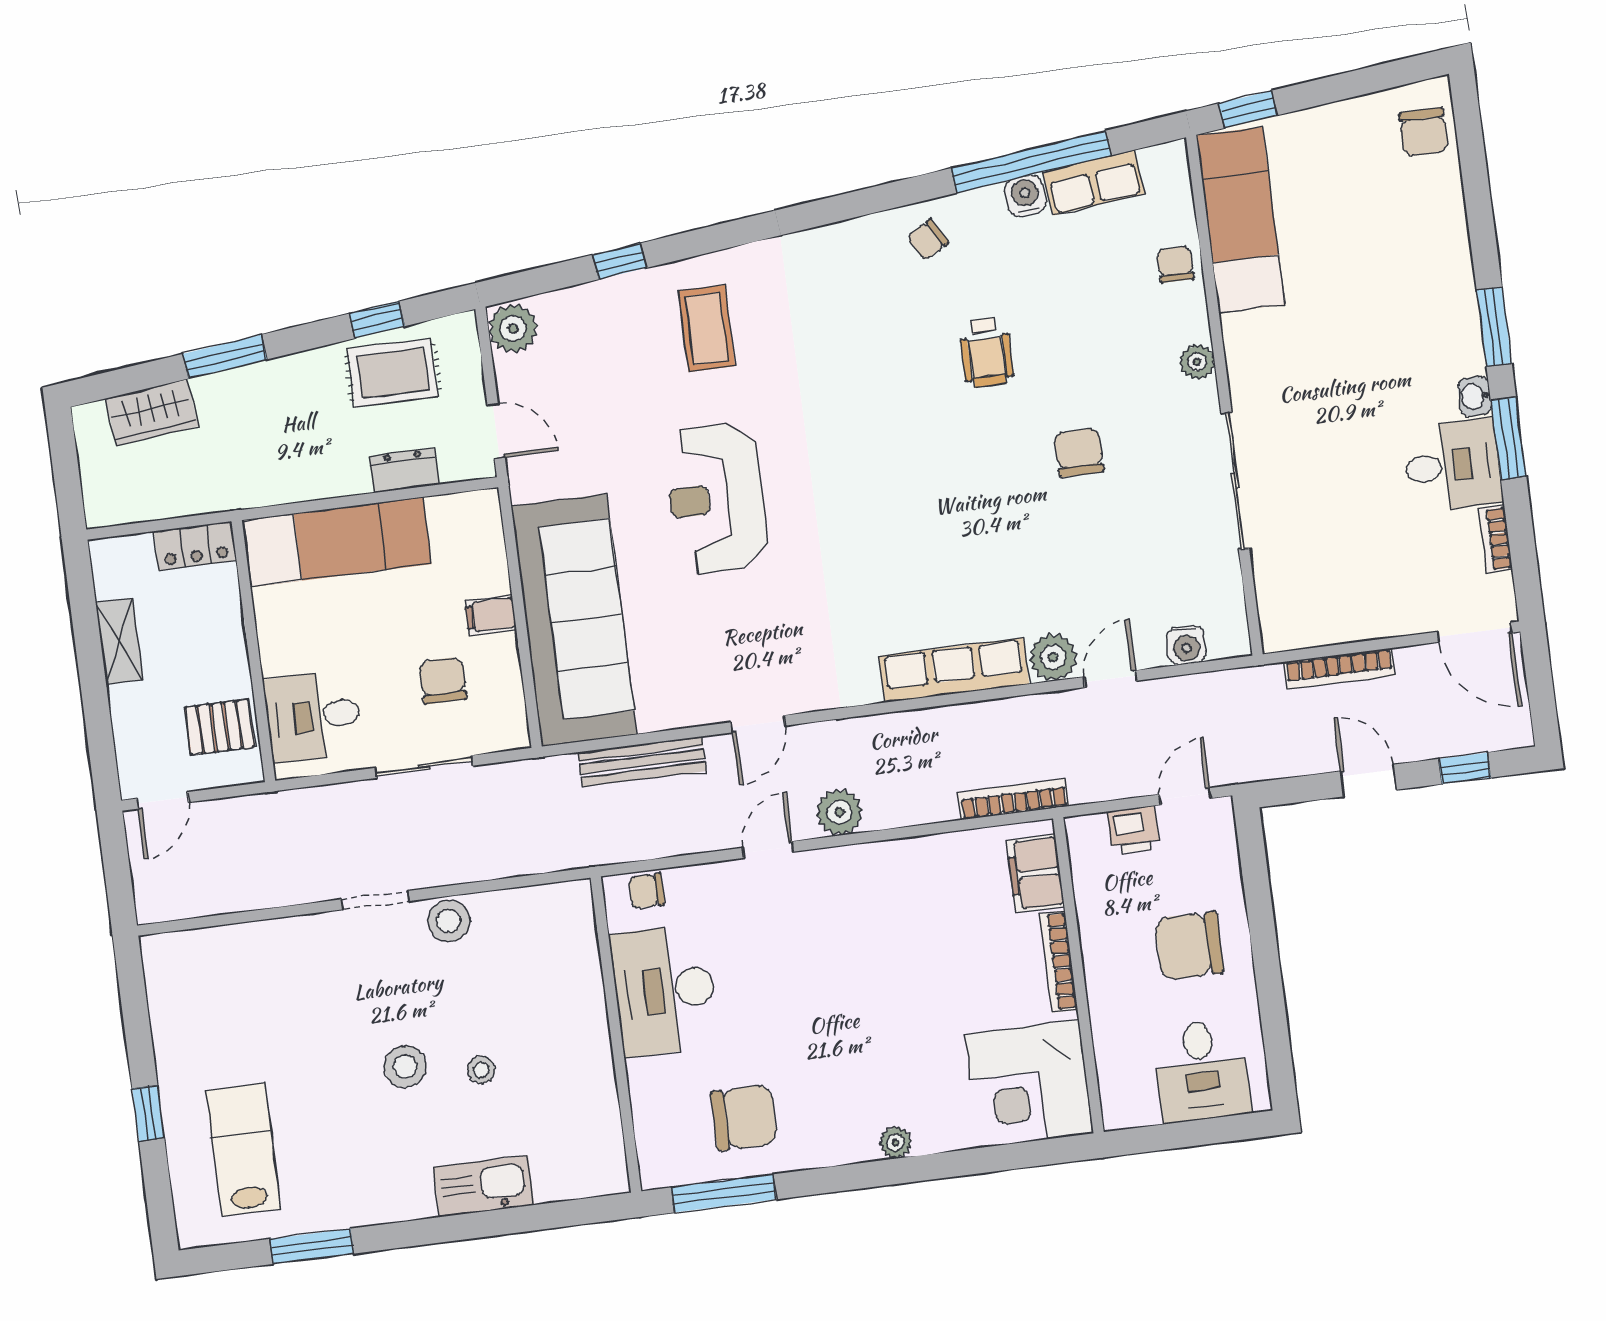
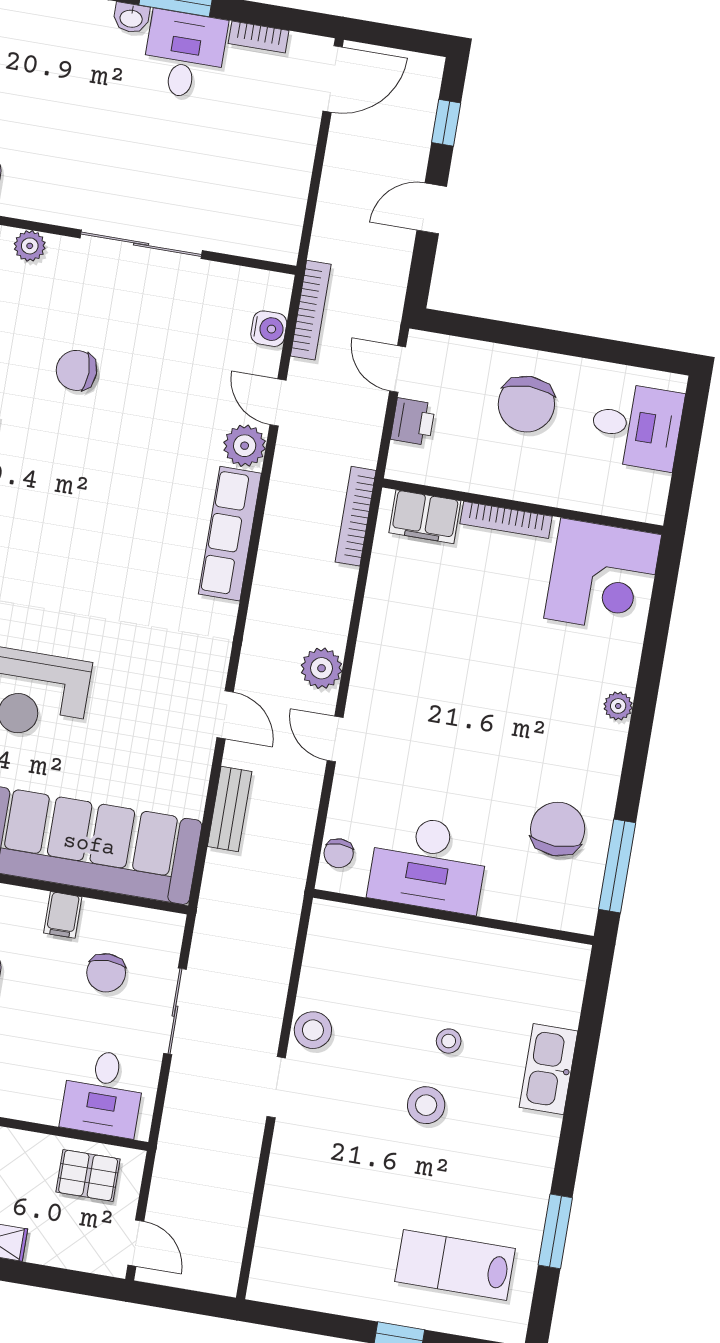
bookcase: (1340, 669) -> (311, 310), moved
chair: (443, 680) -> (106, 973), turned -90
pallet: (220, 727) -> (88, 1175), turned 90
bench: (642, 762) -> (230, 809), width x0.73

